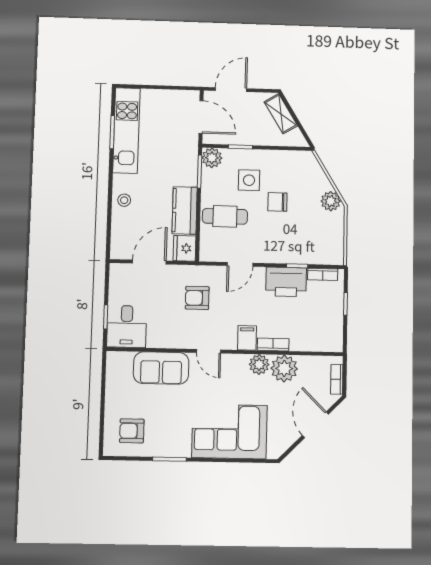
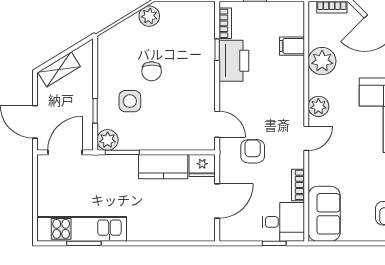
stool: (124, 200) -> (154, 229), removed
cafe table: (225, 216) -> (168, 125), removed
door: (149, 262) -> (217, 201), swing flipped
door: (240, 264) -> (217, 124), moved
armchair: (197, 298) -> (253, 151), turned 180
filing cabinet: (247, 338) -> (292, 46), moved
bookcase: (273, 344) -> (298, 185), moved
plant: (259, 364) -> (318, 106), moved
sofa: (161, 368) -> (324, 214), moved

